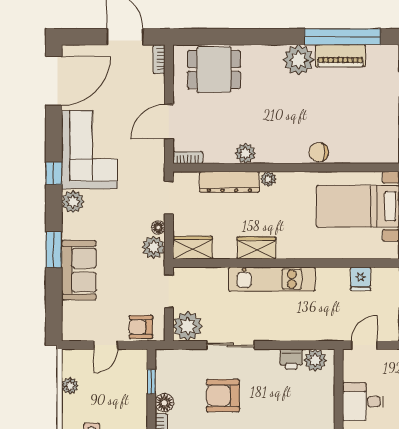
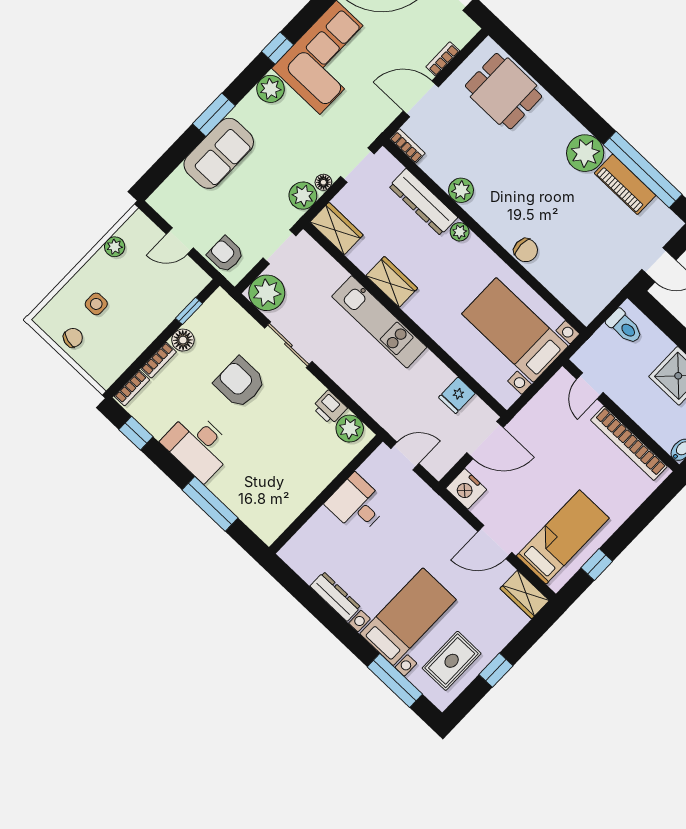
bookcase: (159, 59) -> (443, 59), moved
chair: (319, 152) -> (526, 250), turned 180

